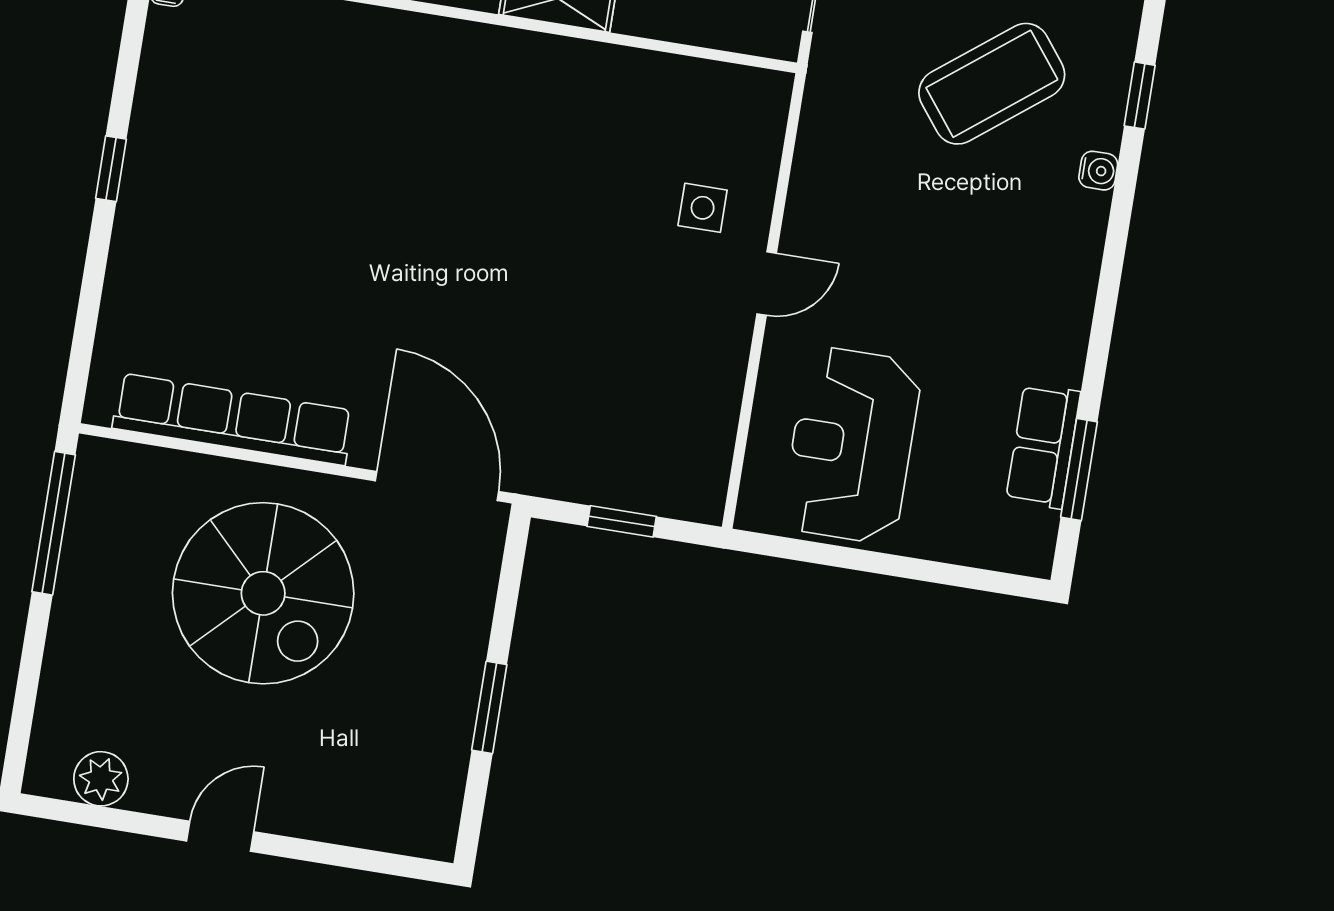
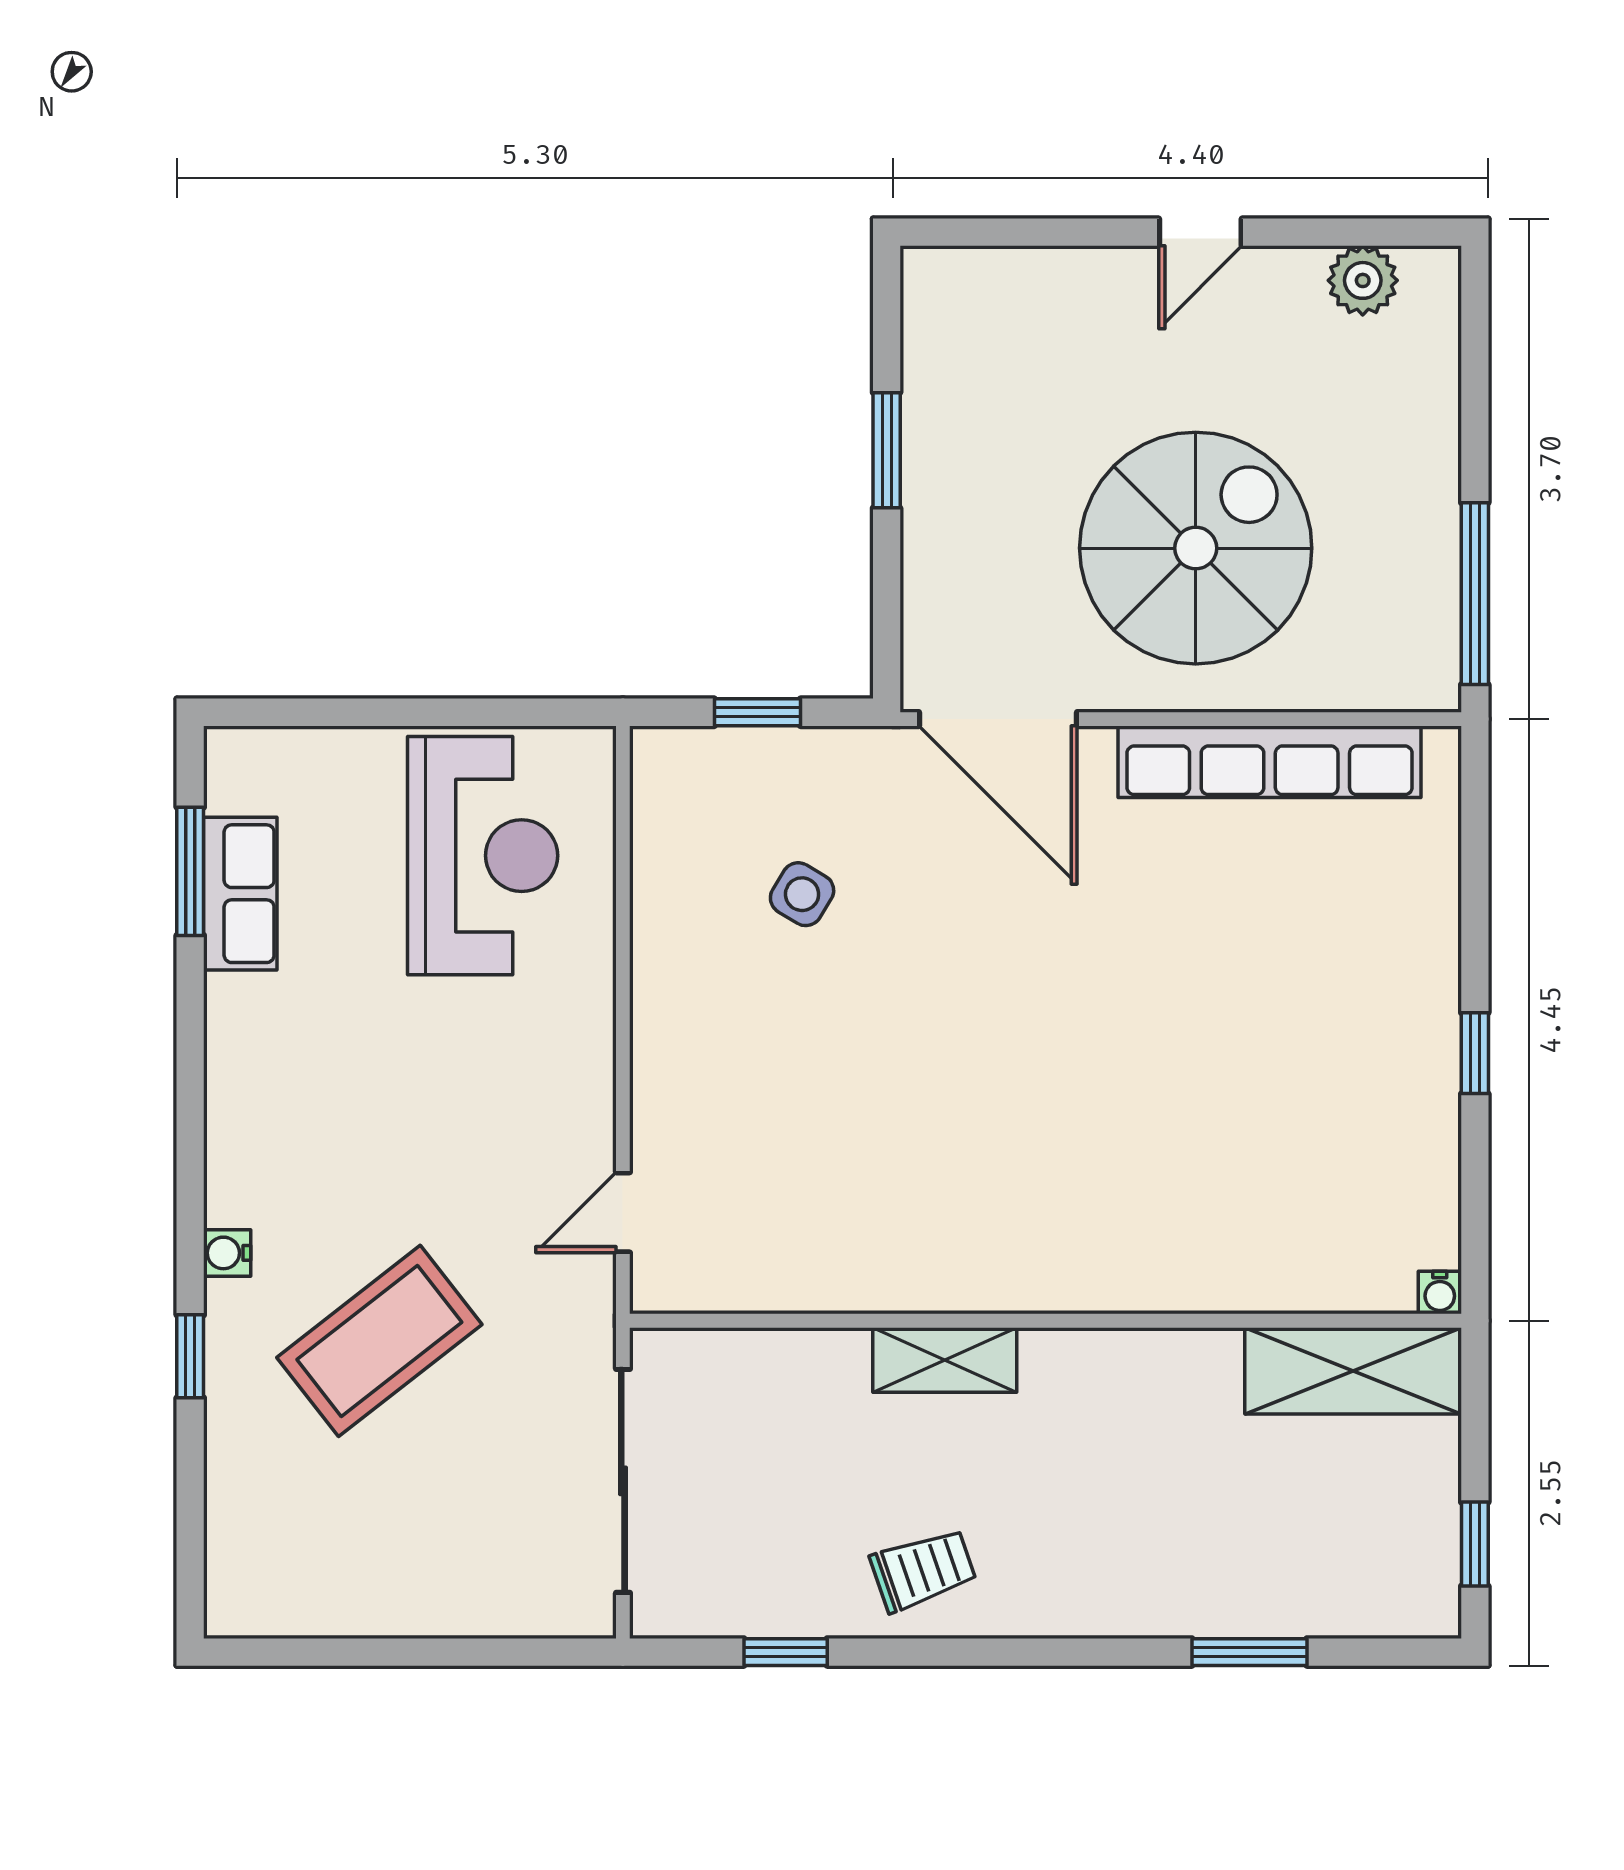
side table: (703, 208) -> (802, 894), moved, turned 31
door: (767, 284) -> (623, 1212), moved
spiral stairs: (263, 593) -> (1196, 548), turned 90

